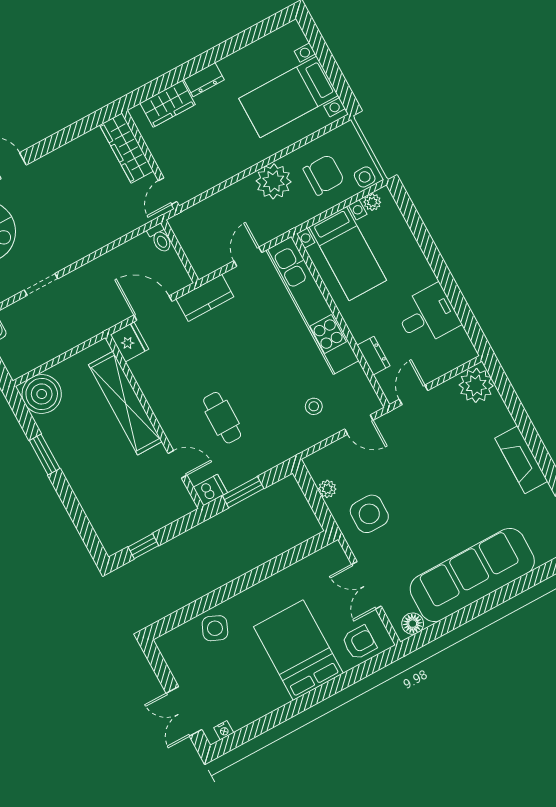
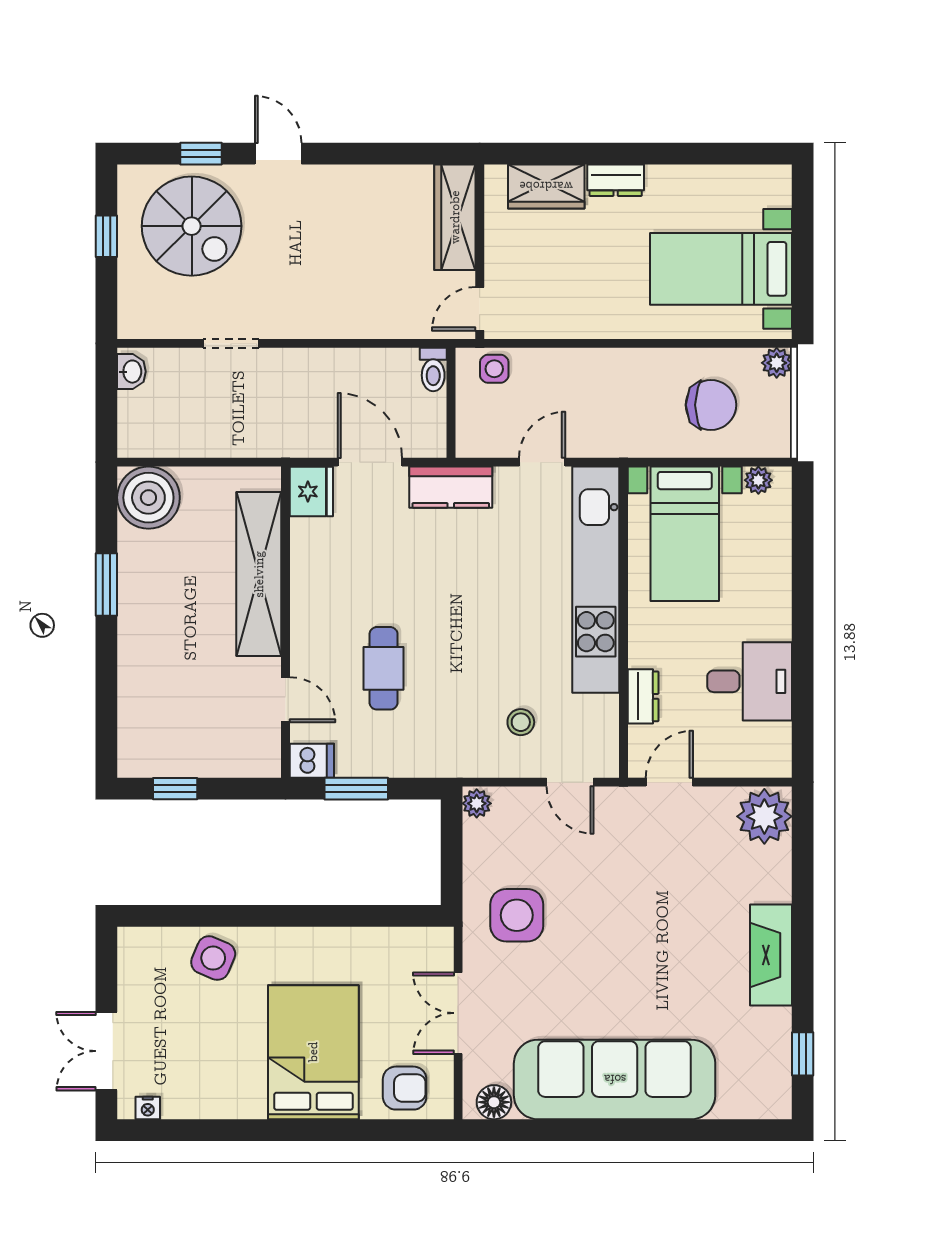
side table: (365, 177) -> (494, 369), moved
plant: (274, 181) -> (777, 363), moved, width x0.53, depth x0.53
plant: (327, 489) -> (477, 803), moved

